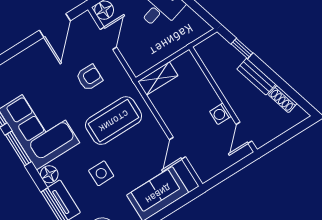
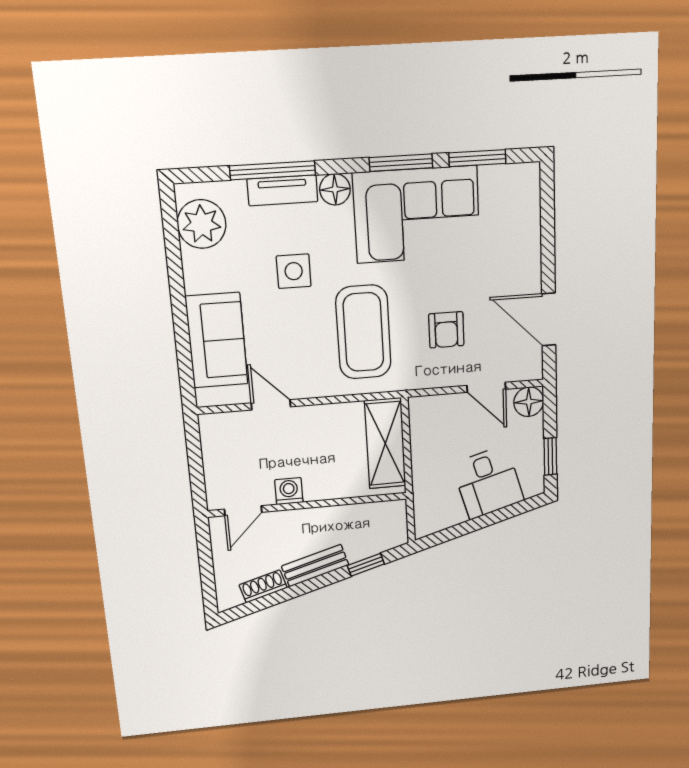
shelving: (158, 78) -> (385, 443), width x1.50, depth x1.33
door: (244, 133) -> (243, 511), swing flipped

